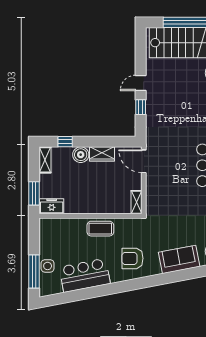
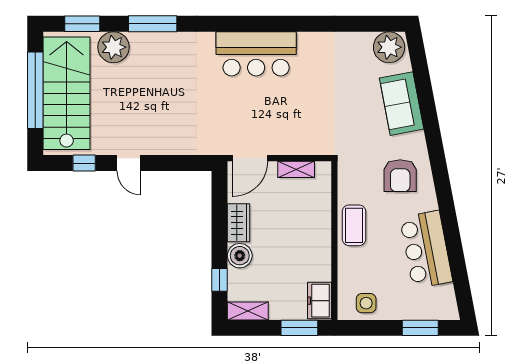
window: (141, 107) -> (84, 163), moved
shelving: (137, 202) -> (296, 169), moved
side table: (48, 266) -> (366, 303), moved
window: (34, 272) -> (420, 328), width x0.69

